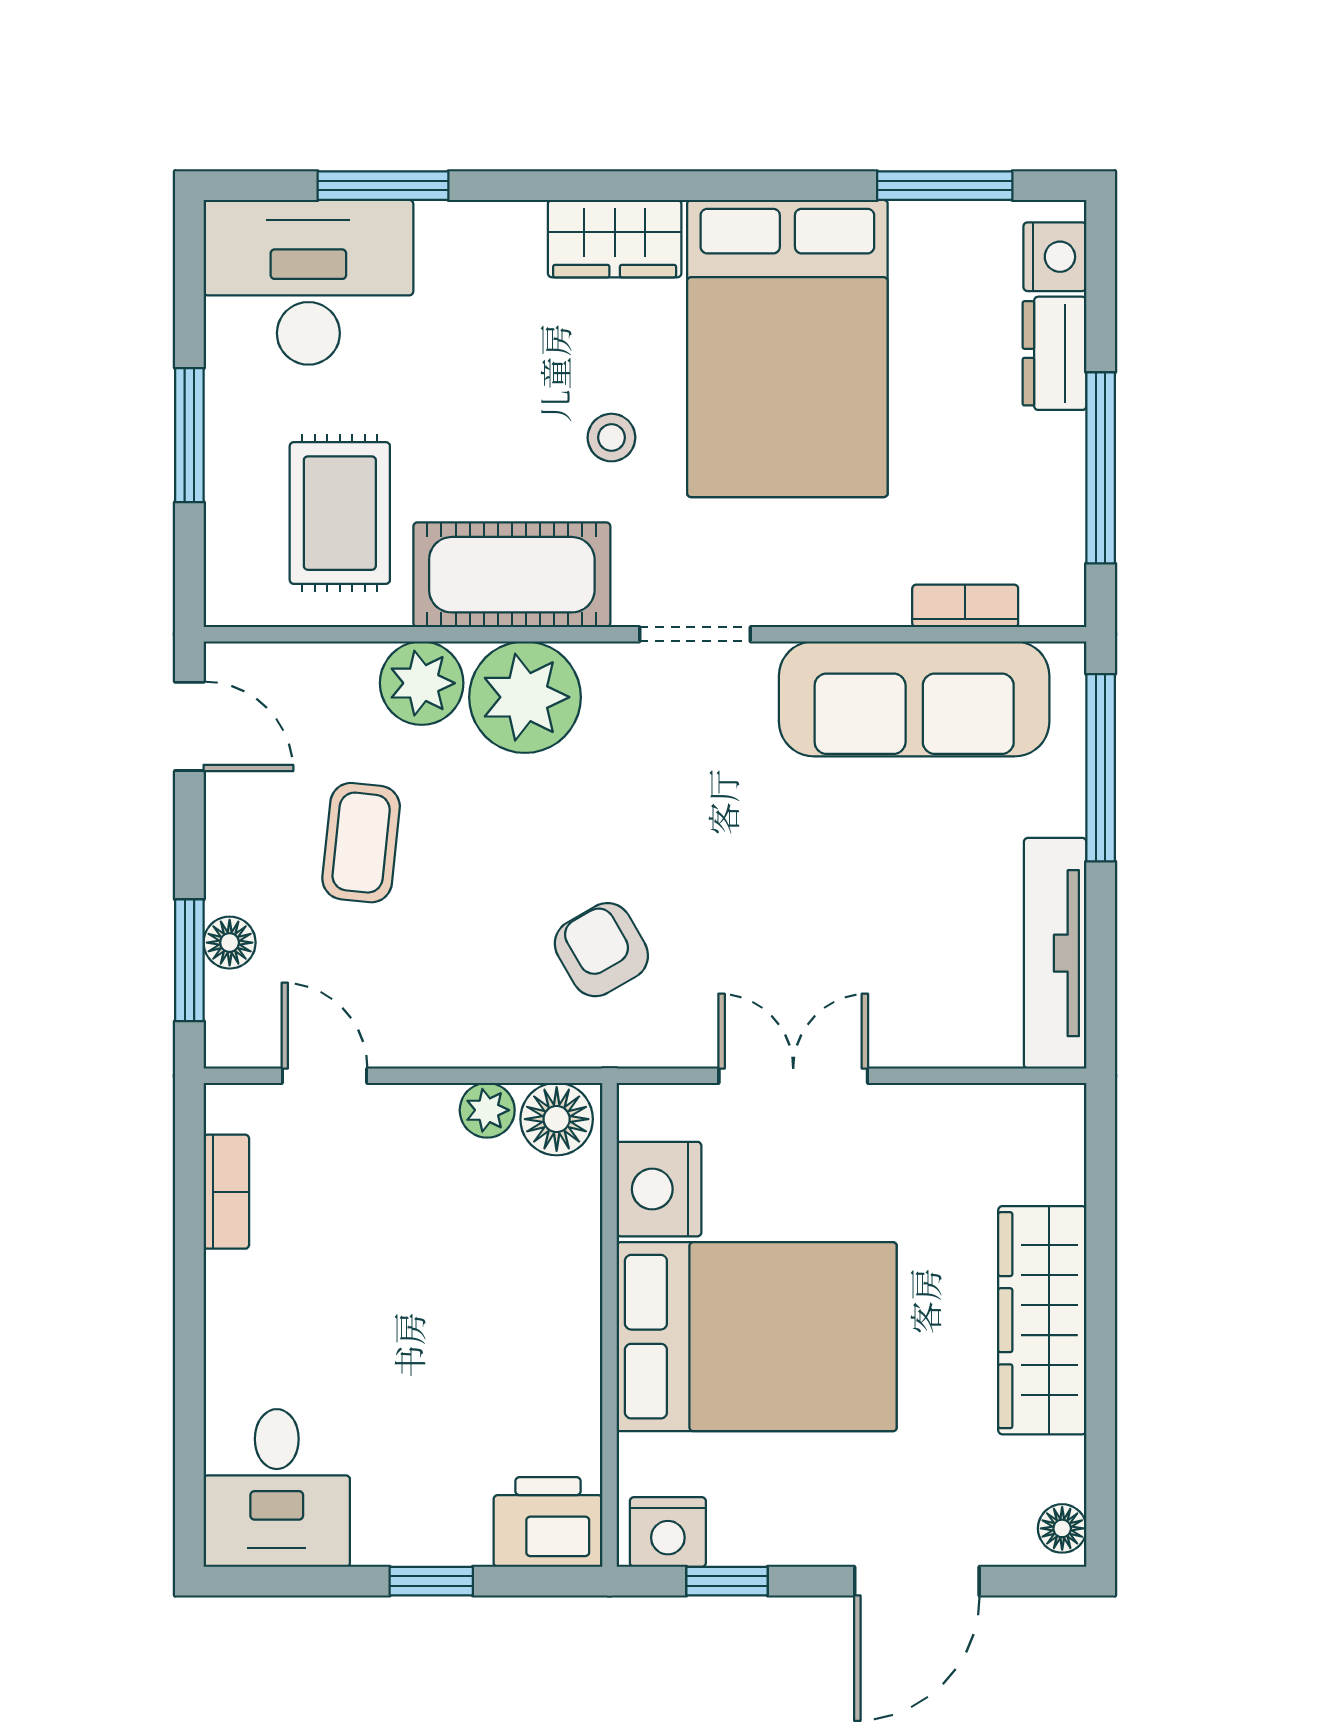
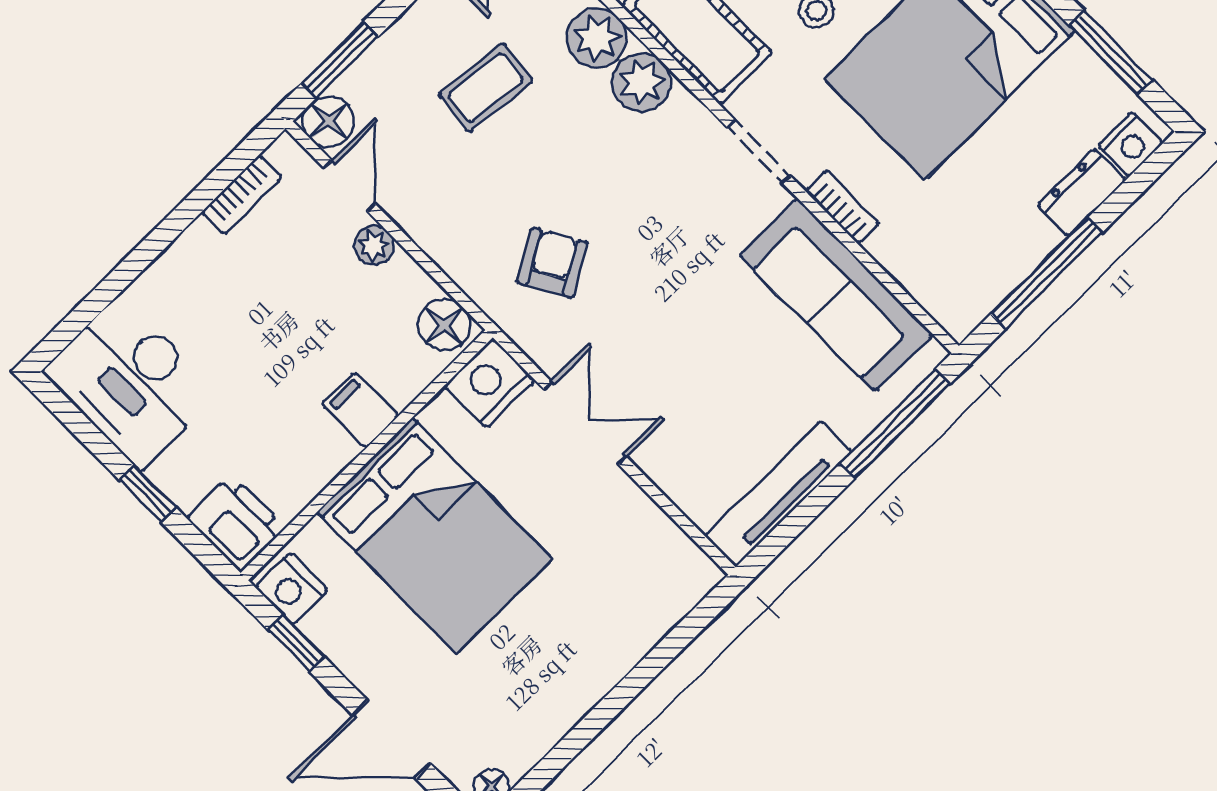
bookcase: (965, 606) -> (842, 207), moved
plant: (525, 697) -> (642, 82), width x0.73, depth x0.73
floor lamp: (230, 943) -> (328, 121), moved, width x1.37, depth x1.37
plant: (487, 1110) -> (374, 245), moved
nightstand: (659, 1189) -> (489, 383), moved
filing cabinet: (558, 1287) -> (360, 410), added
wardrobe: (1042, 1320) -> (586, 672), removed
desk: (277, 1488) -> (131, 383), width x1.37

